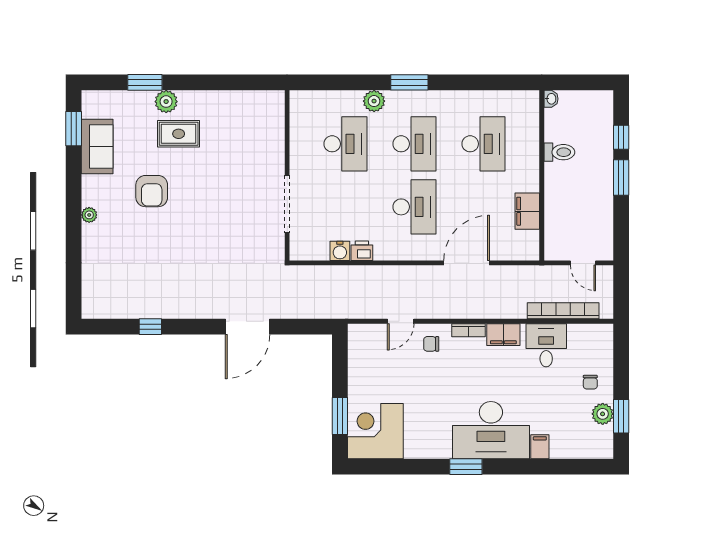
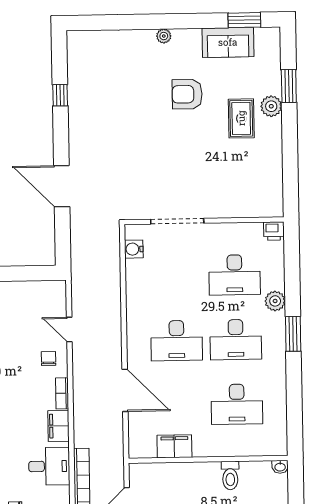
water cooler: (340, 251) -> (134, 249), moved
printer: (362, 251) -> (274, 231), moved, turned 90

